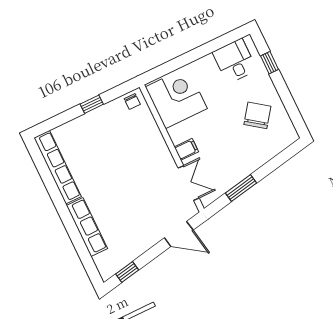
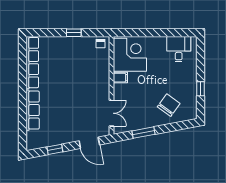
window: (270, 63) -> (200, 89), moved
chair: (257, 115) -> (169, 105), moved
filing cabinet: (186, 149) -> (120, 78), moved
window: (127, 272) -> (55, 149), moved

